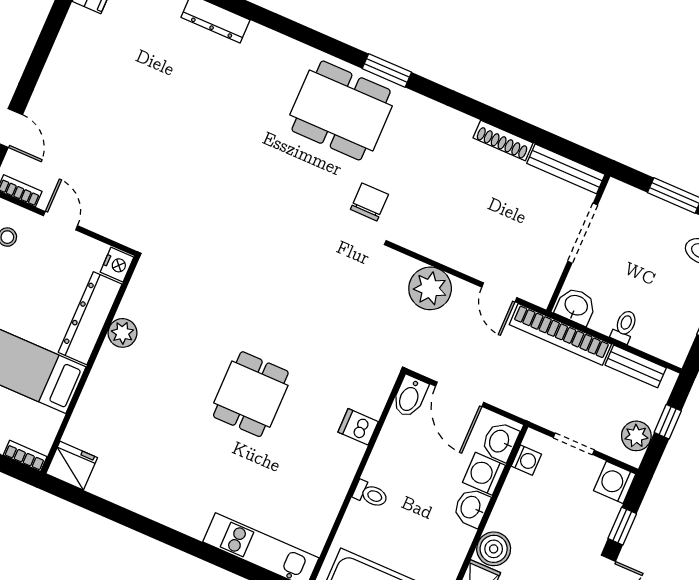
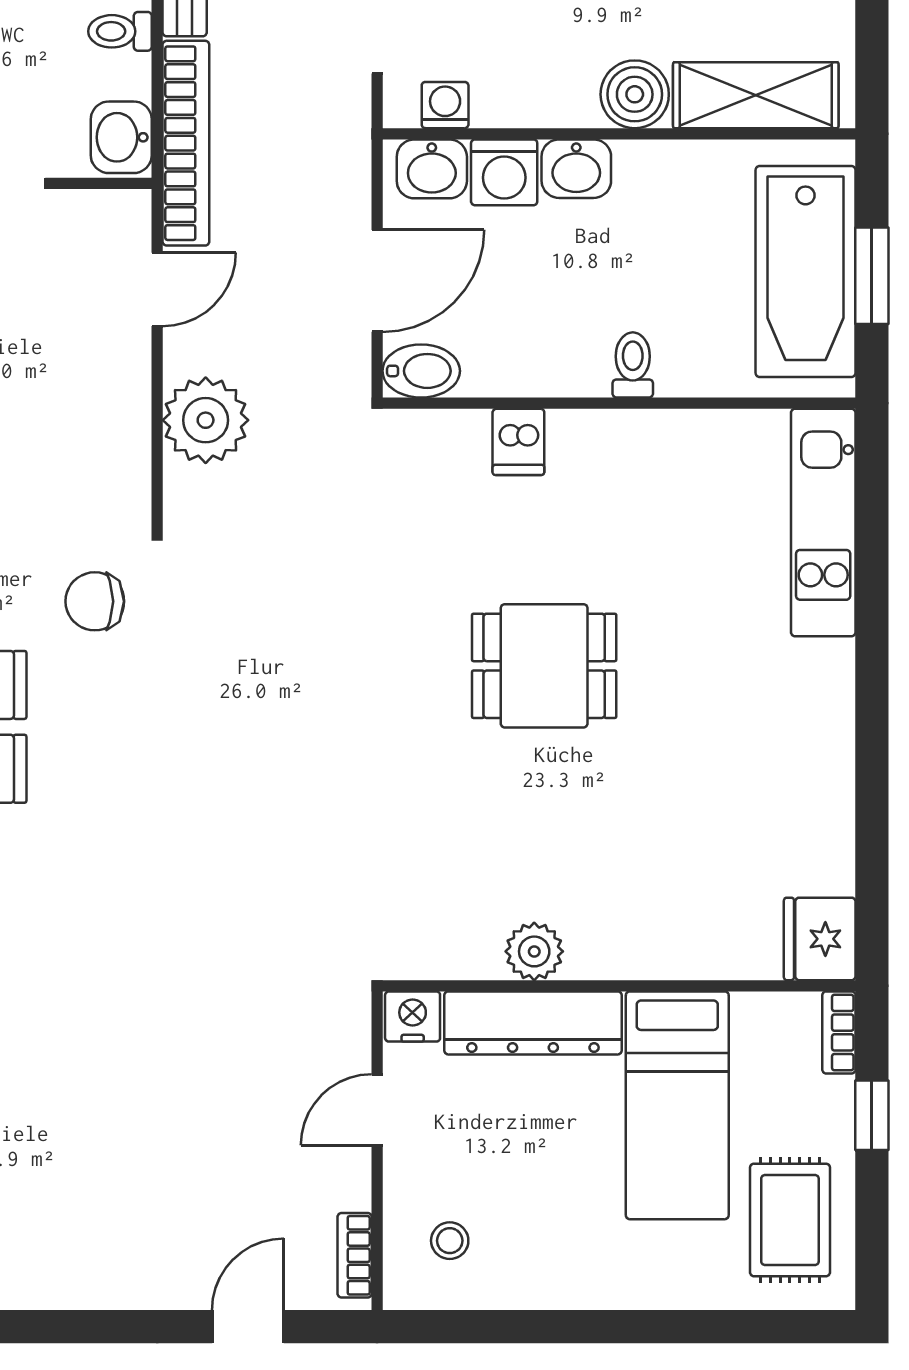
door: (60, 221) -> (377, 1110), moved

